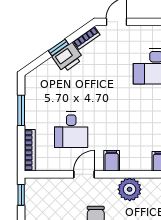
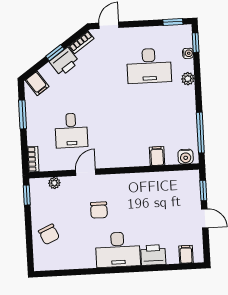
bookcase: (30, 150) -> (33, 159), width x0.64
filing cabinet: (112, 161) -> (37, 83), moved, turned 145
plant: (130, 189) -> (54, 183), moved, width x0.53, depth x0.53

